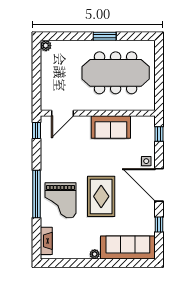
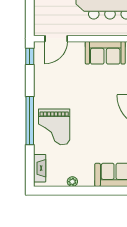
rug: (101, 196) -> (95, 123), removed
plant: (95, 254) -> (72, 182), moved

